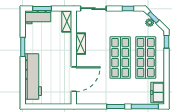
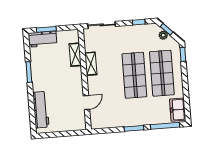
shelving: (67, 21) -> (75, 55), moved
workbench: (33, 77) -> (41, 110), width x0.73, depth x0.76
door: (74, 79) -> (86, 102), width x0.53

